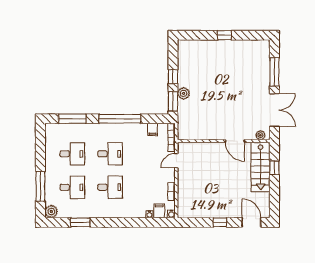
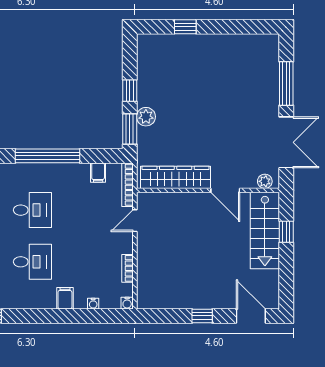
window: (224, 35) -> (185, 27), moved
wardrobe: (203, 133) -> (176, 177), added
filing cabinet: (159, 211) -> (65, 298), moved

